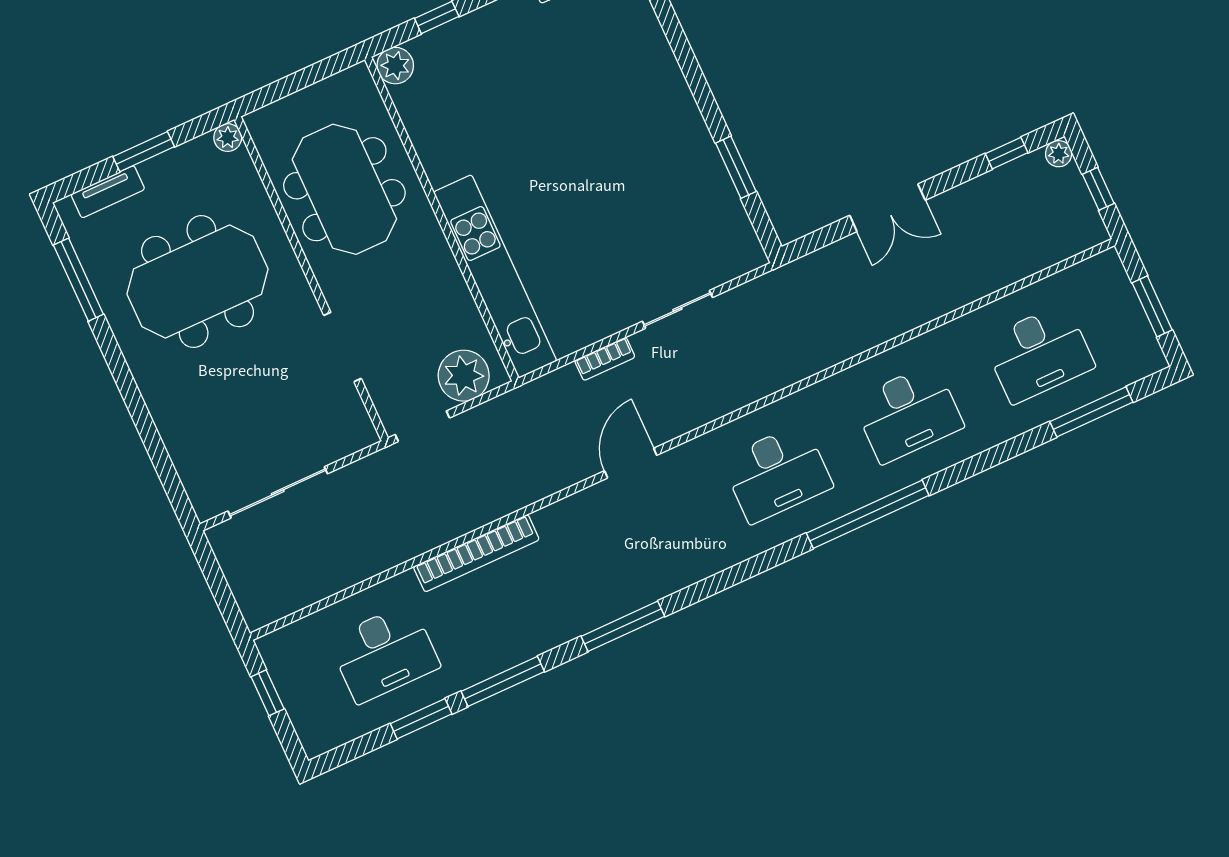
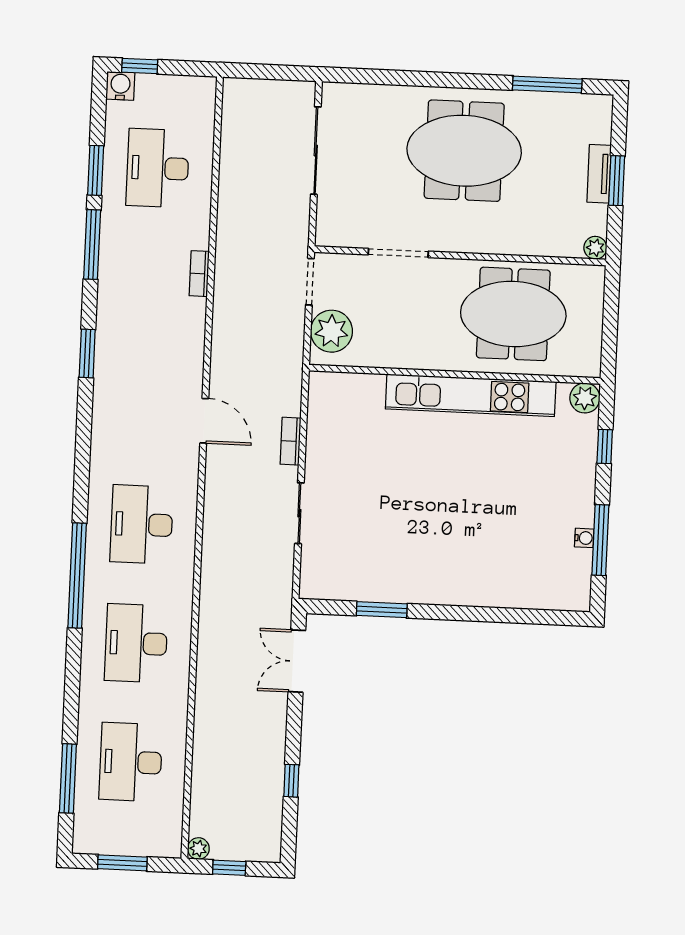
window: (1007, 153) -> (291, 781), moved
plant: (1059, 154) -> (198, 849), moved
tv unit: (108, 192) -> (599, 174), moved
double door: (887, 208) -> (297, 661), moved
kitchen unit: (495, 276) -> (471, 395), moved
meeting table: (198, 282) -> (464, 151), moved, turned 90
bookcase: (476, 553) -> (199, 274), width x0.43, depth x0.76
window: (623, 626) -> (87, 353), width x0.69
window: (268, 693) -> (140, 66), moved
water cooler: (316, 739) -> (120, 86), added

